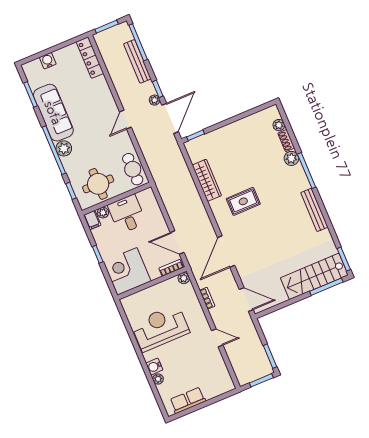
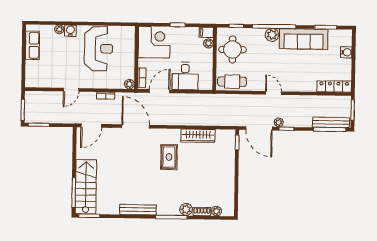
bench: (137, 61) -> (331, 122), moved
desk: (127, 214) -> (185, 76), moved, turned 90

